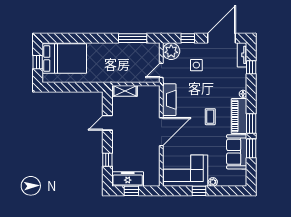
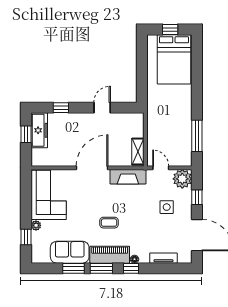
tv unit: (242, 55) -> (163, 258), moved
window: (251, 67) -> (131, 268), moved
shelving: (125, 91) -> (138, 152), moved
door: (107, 123) -> (102, 108), hinge flipped
door: (161, 132) -> (92, 168), swing flipped
window: (199, 191) -> (26, 237), moved

